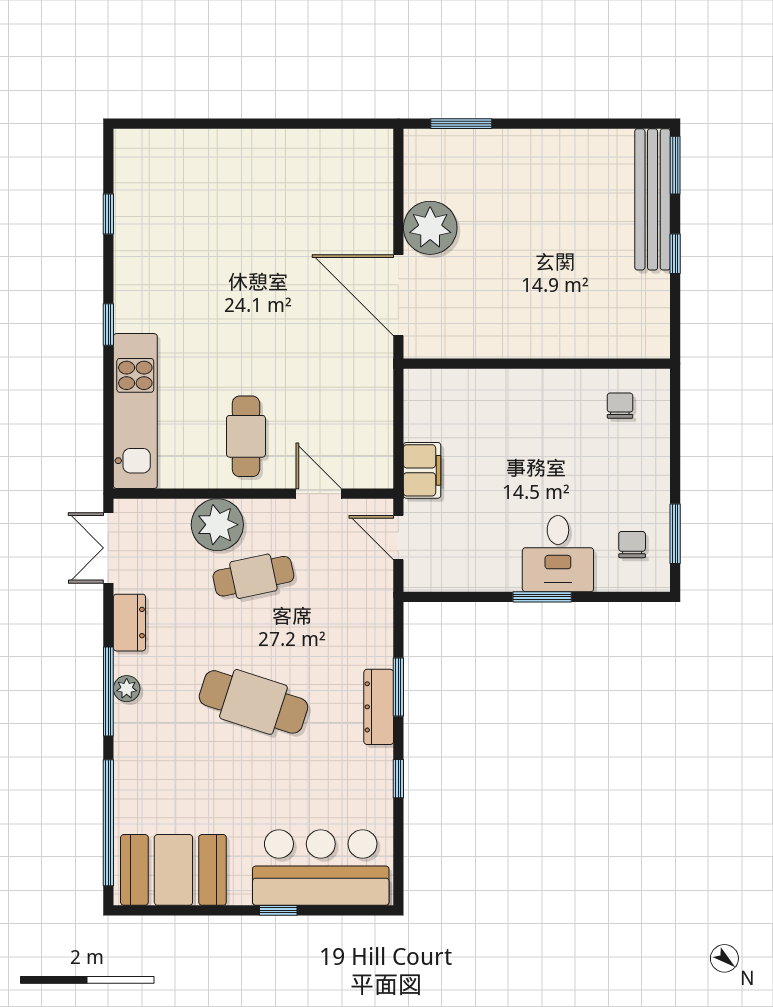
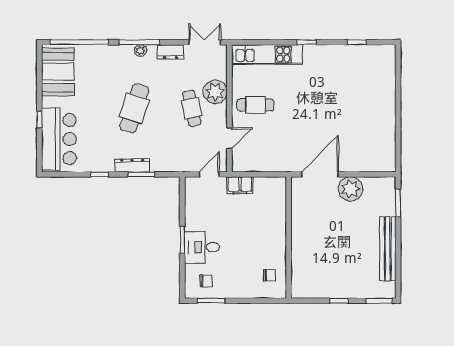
bench: (653, 199) -> (388, 248), moved, turned 90

